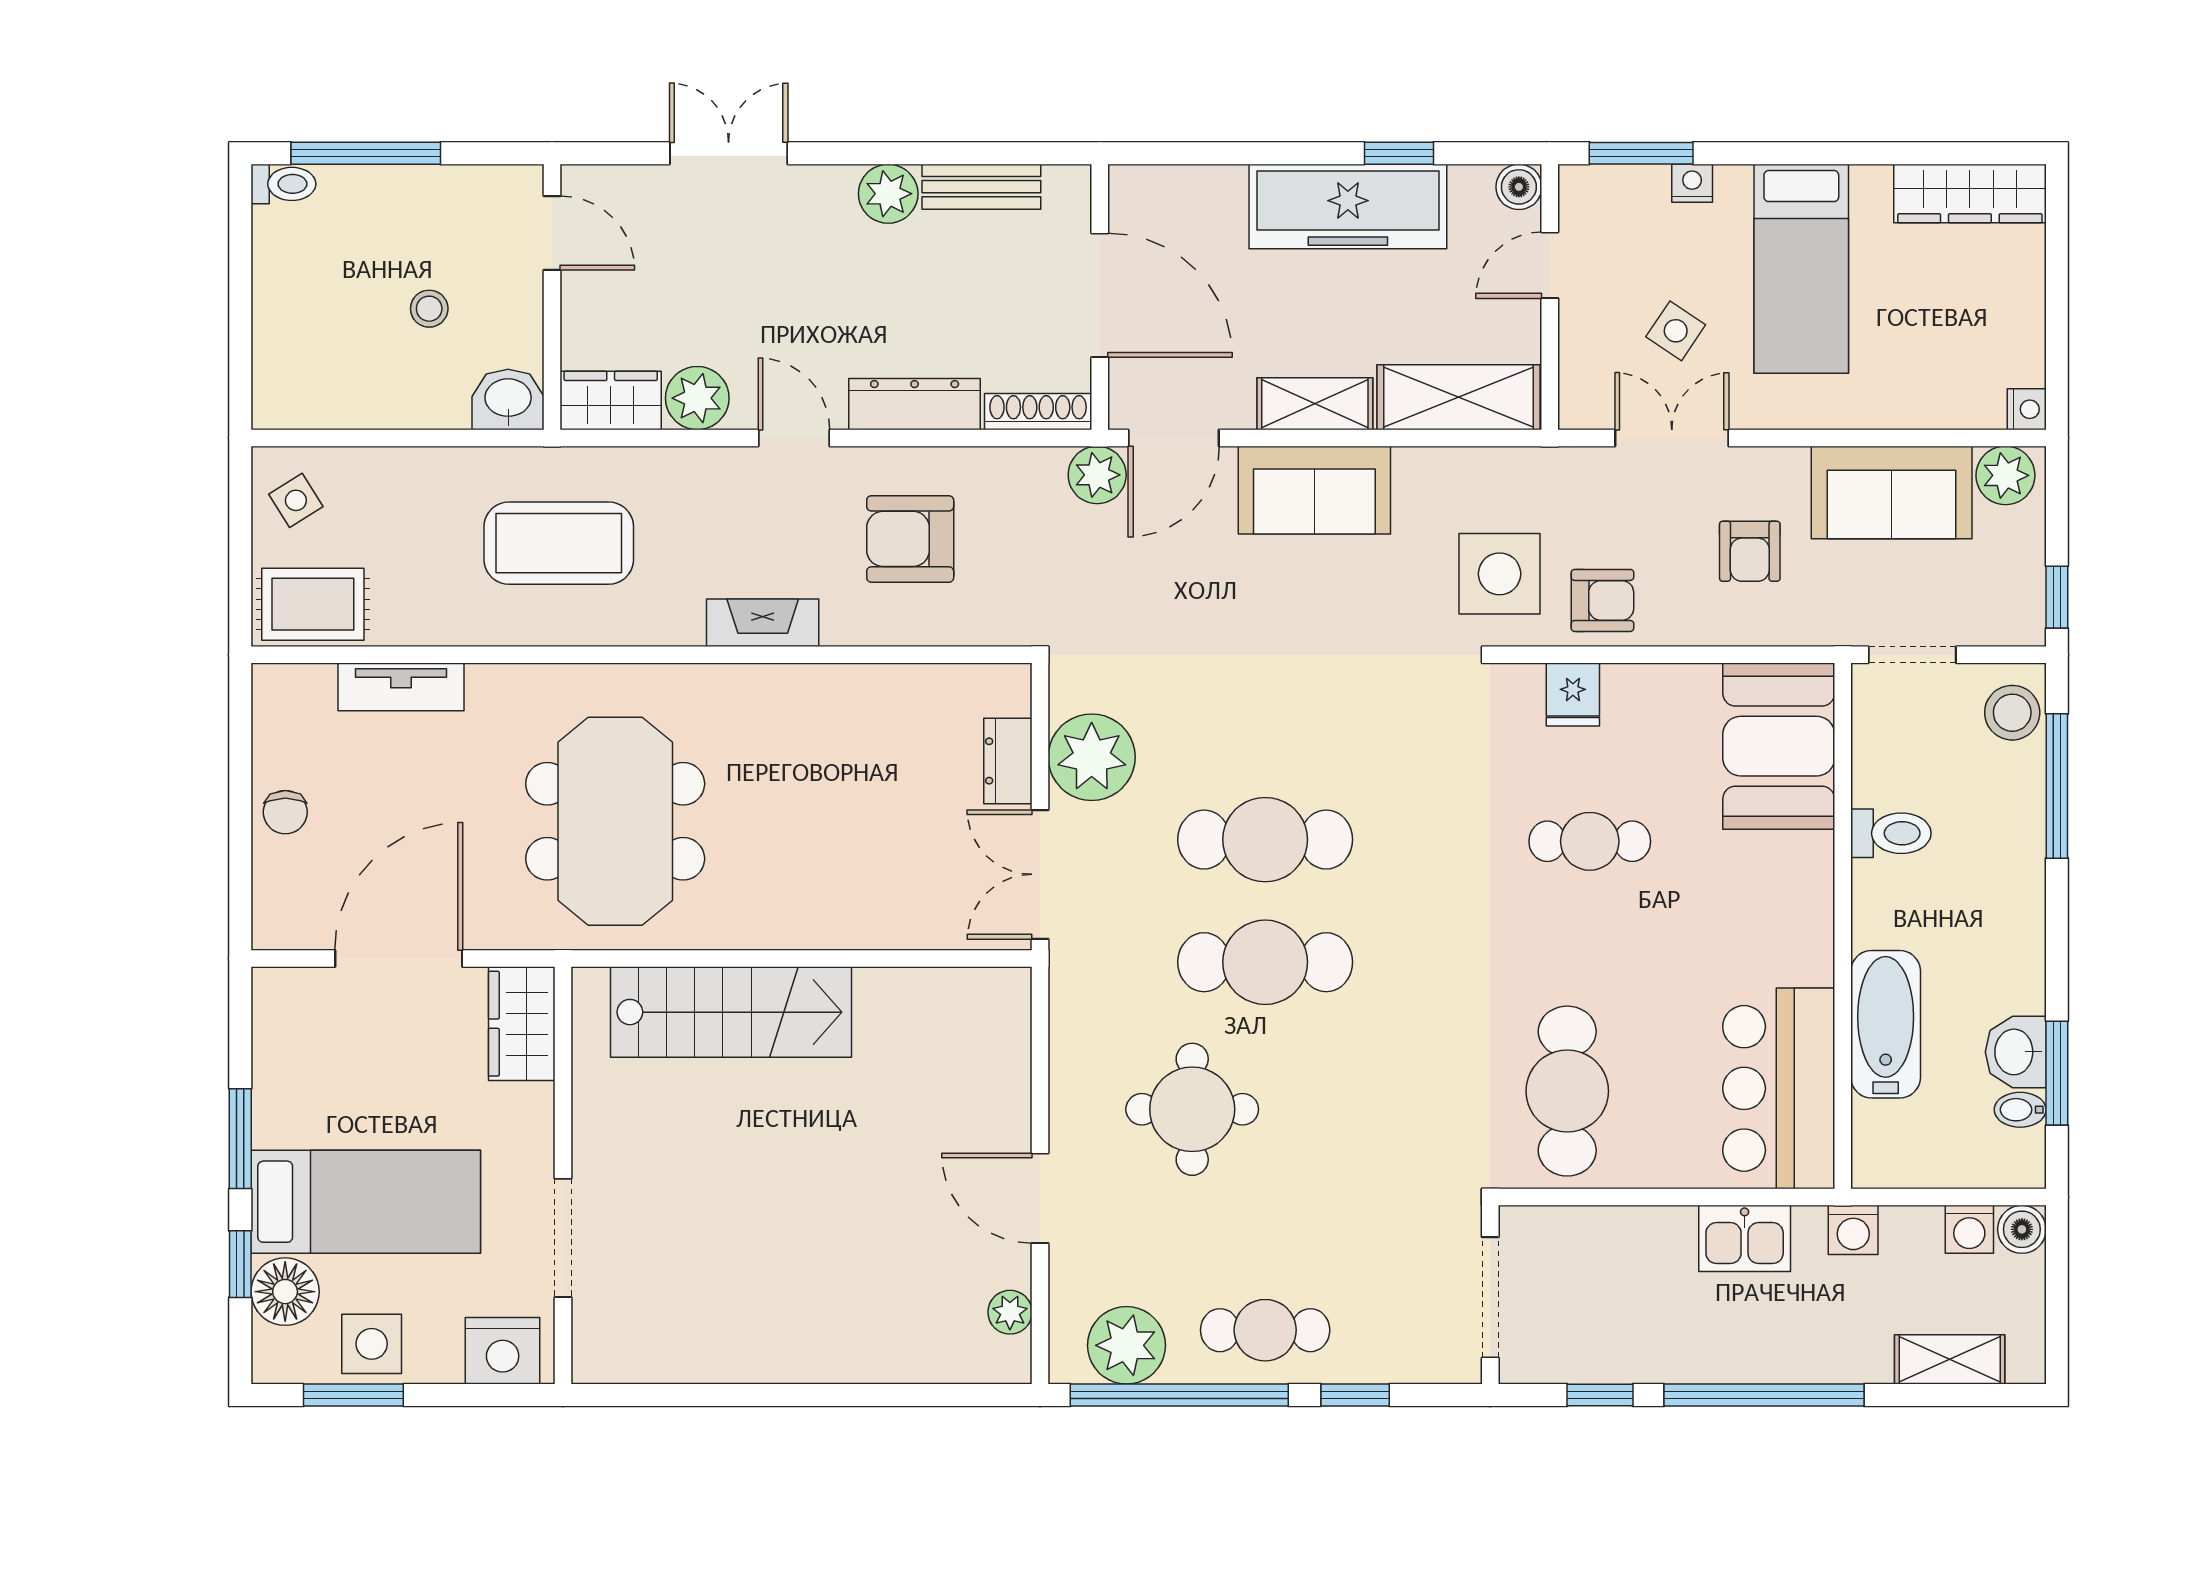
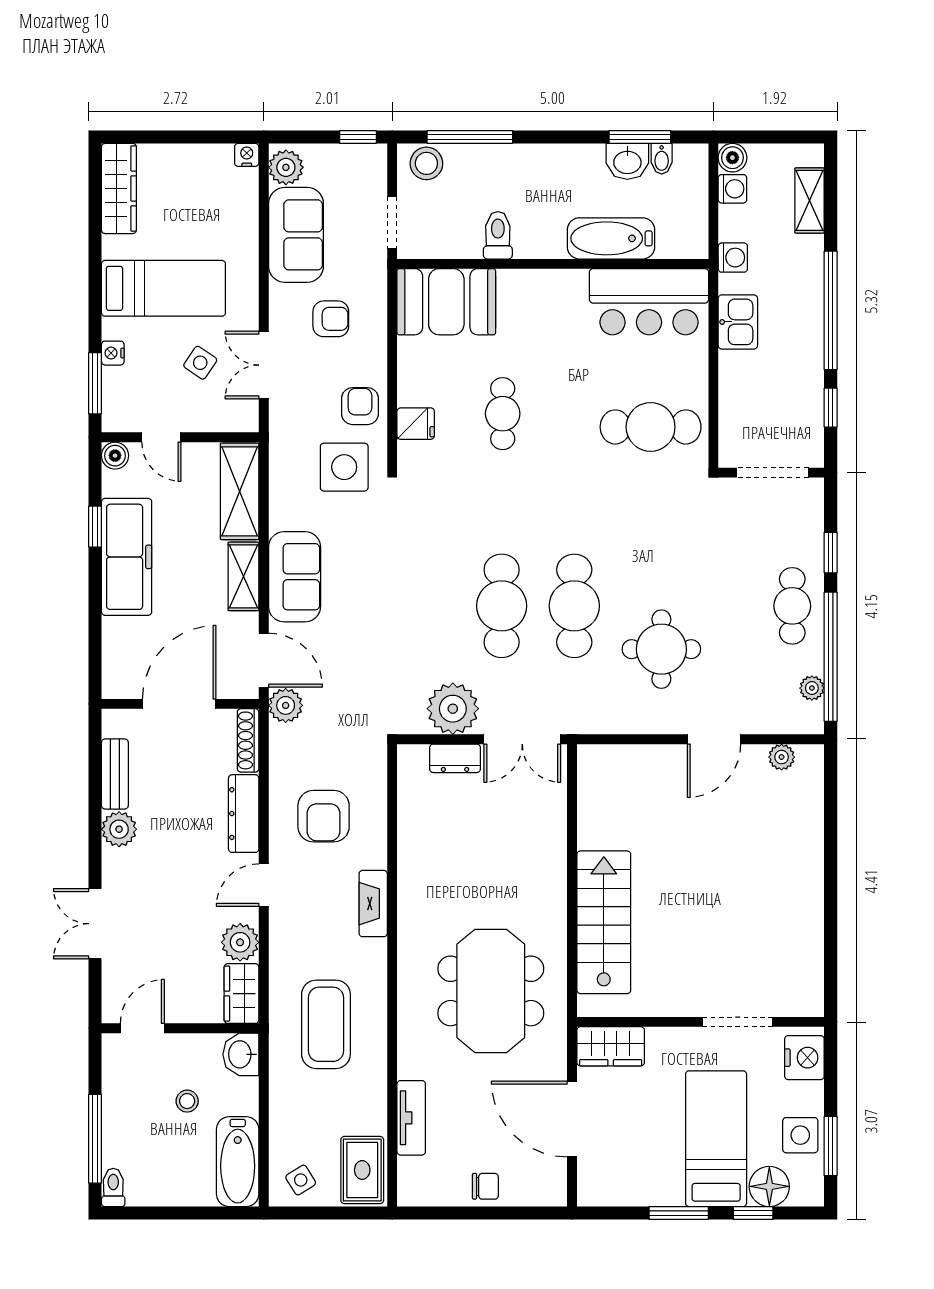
bathtub: (327, 394) -> (238, 1162), added
meeting table: (615, 821) -> (491, 991), turned 90
plant: (1126, 1345) -> (812, 688), width x0.53, depth x0.53

